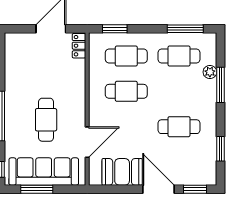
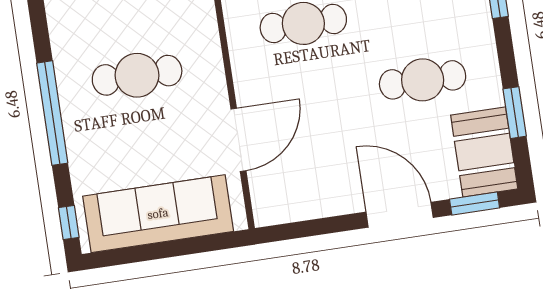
cafe table: (46, 120) -> (137, 75), moved, turned 90
booth: (122, 172) -> (484, 152), moved, turned 90
window: (37, 189) -> (149, 252), removed

